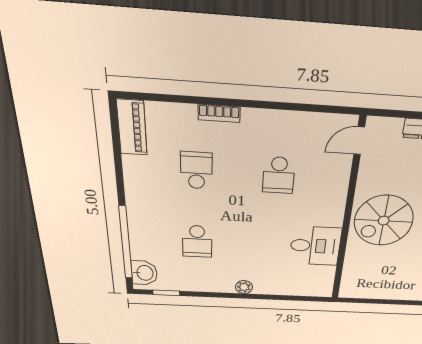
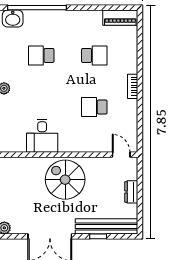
bookcase: (219, 113) -> (133, 86), moved

